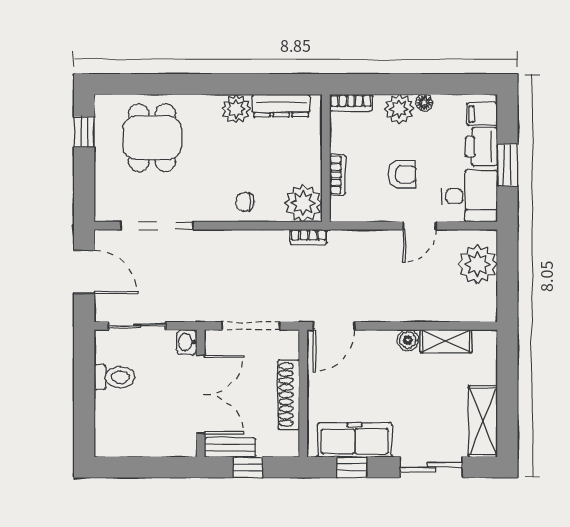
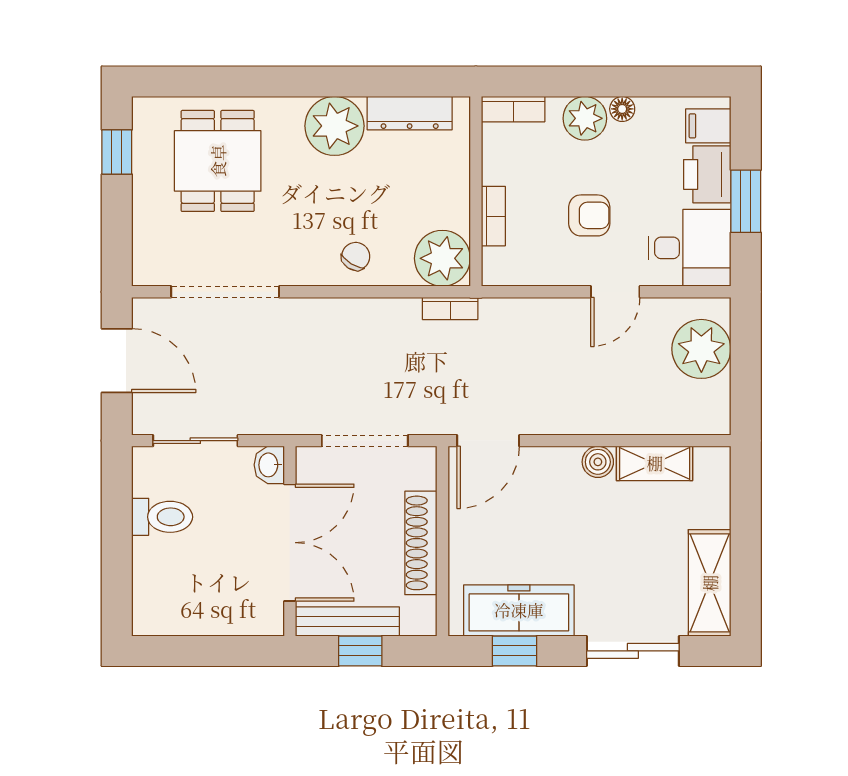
plant: (236, 109) -> (335, 126), width x1.36, depth x1.36
chair: (245, 202) -> (356, 256), turned 122
bench: (230, 447) -> (347, 621), width x1.36

